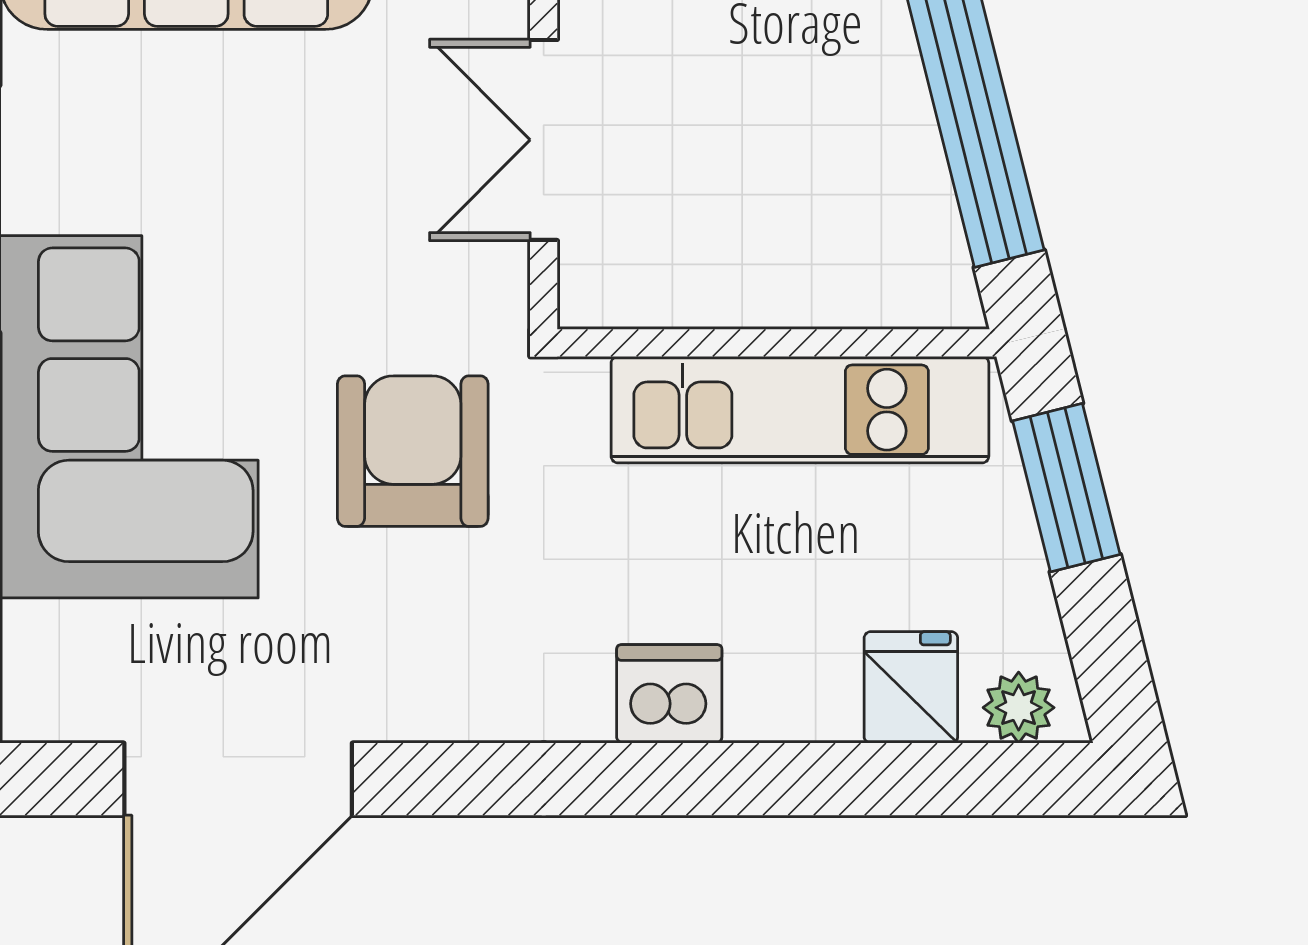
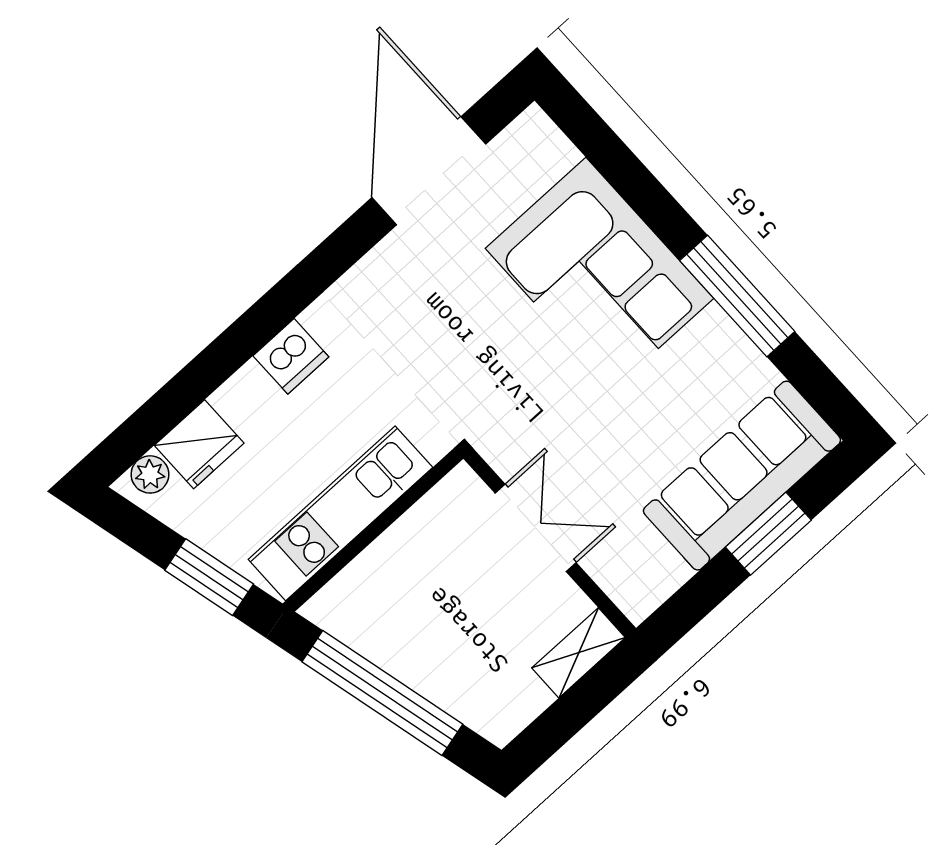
armchair: (413, 451) -> (477, 360), removed
fridge: (911, 687) -> (199, 444), width x1.38

